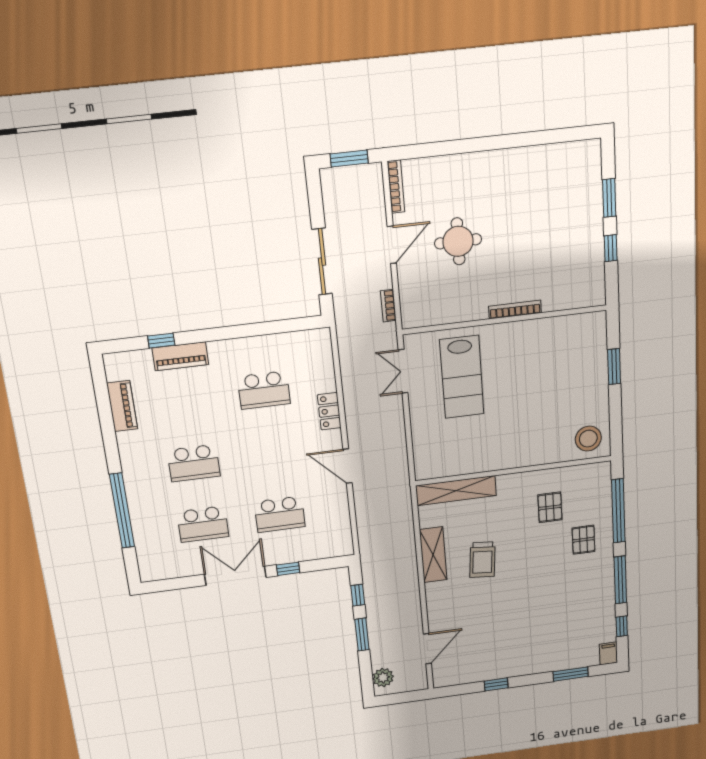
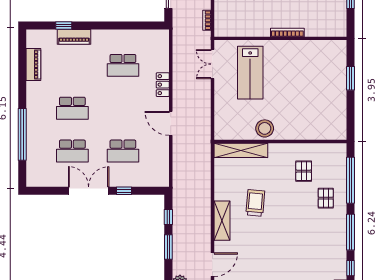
stool: (588, 439) -> (265, 128), moved
shelving: (433, 555) -> (222, 221), moved
trolley: (482, 560) -> (255, 203), turned 180

